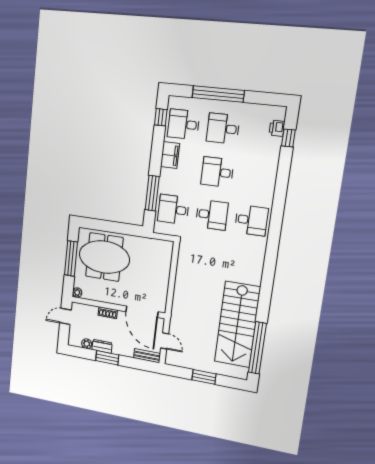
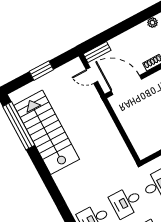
dresser: (102, 346) -> (138, 31), removed
window: (107, 358) -> (128, 24), removed

